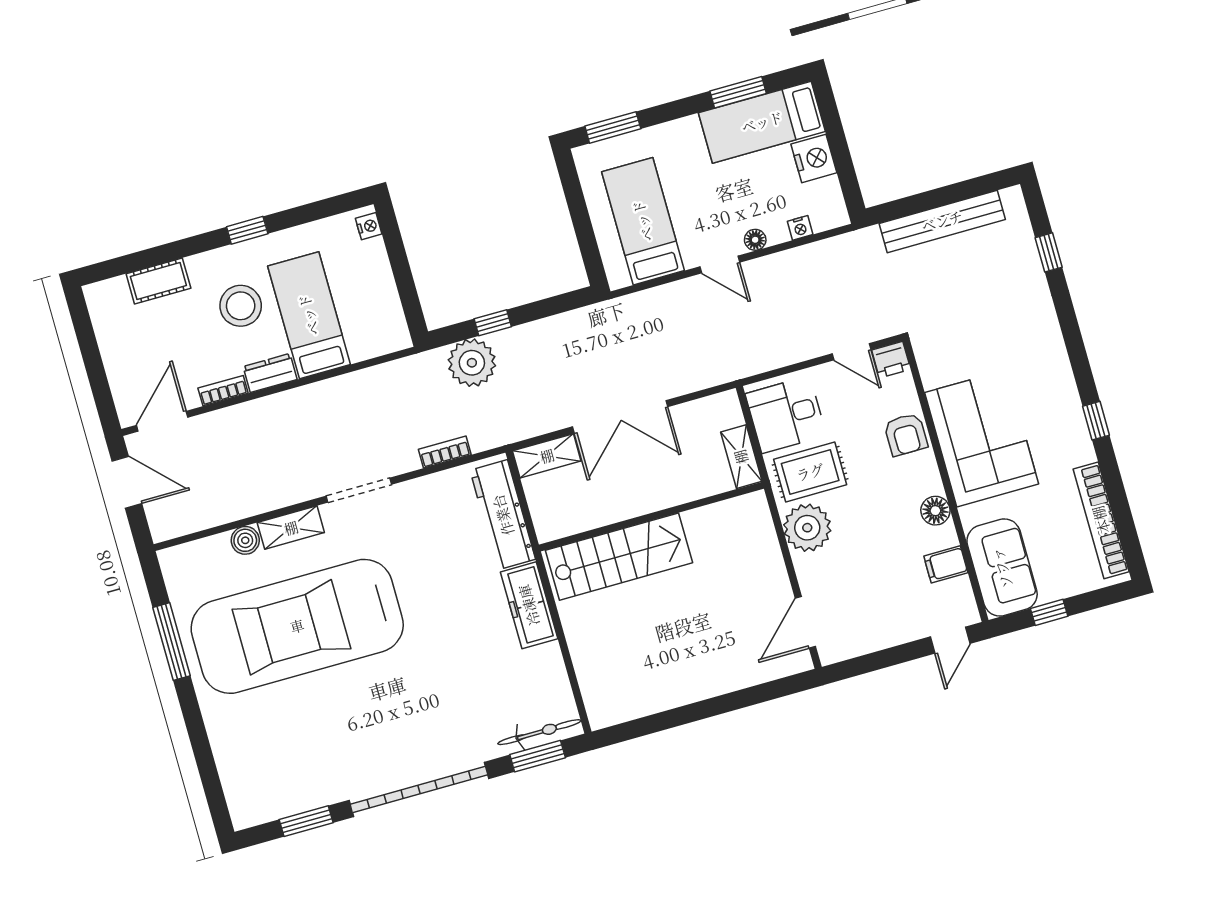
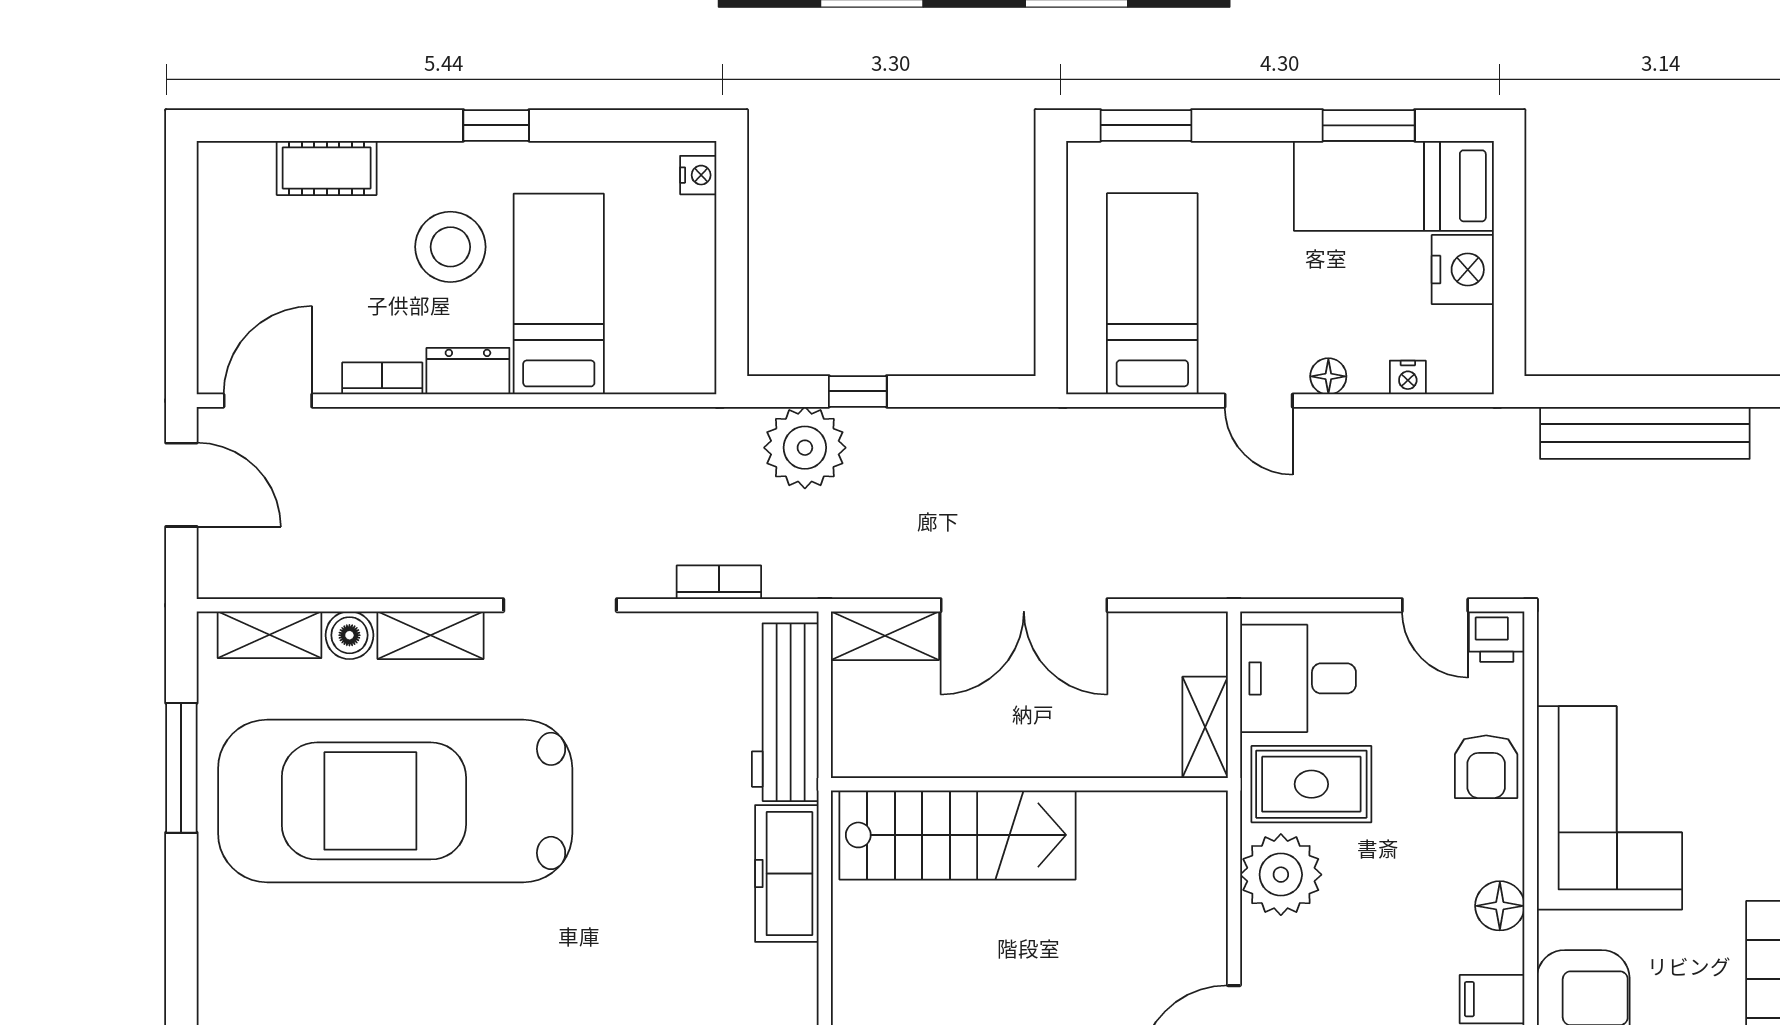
shelving: (200, 553) -> (270, 635), added

